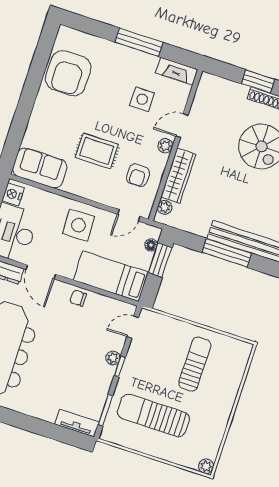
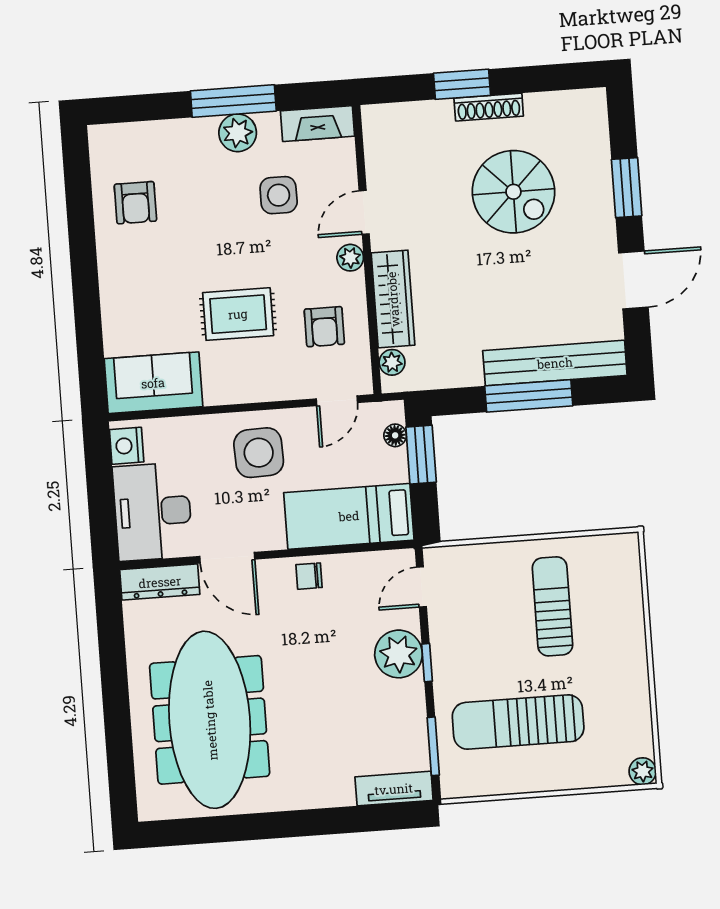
plant: (134, 59) -> (238, 133), added
armchair: (68, 73) -> (135, 203), width x0.53, depth x0.53
plant: (113, 358) -> (399, 654), width x1.87, depth x1.87

